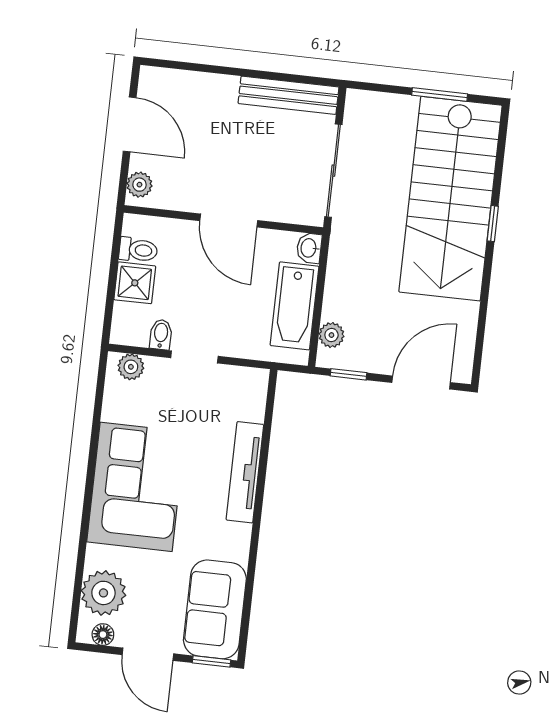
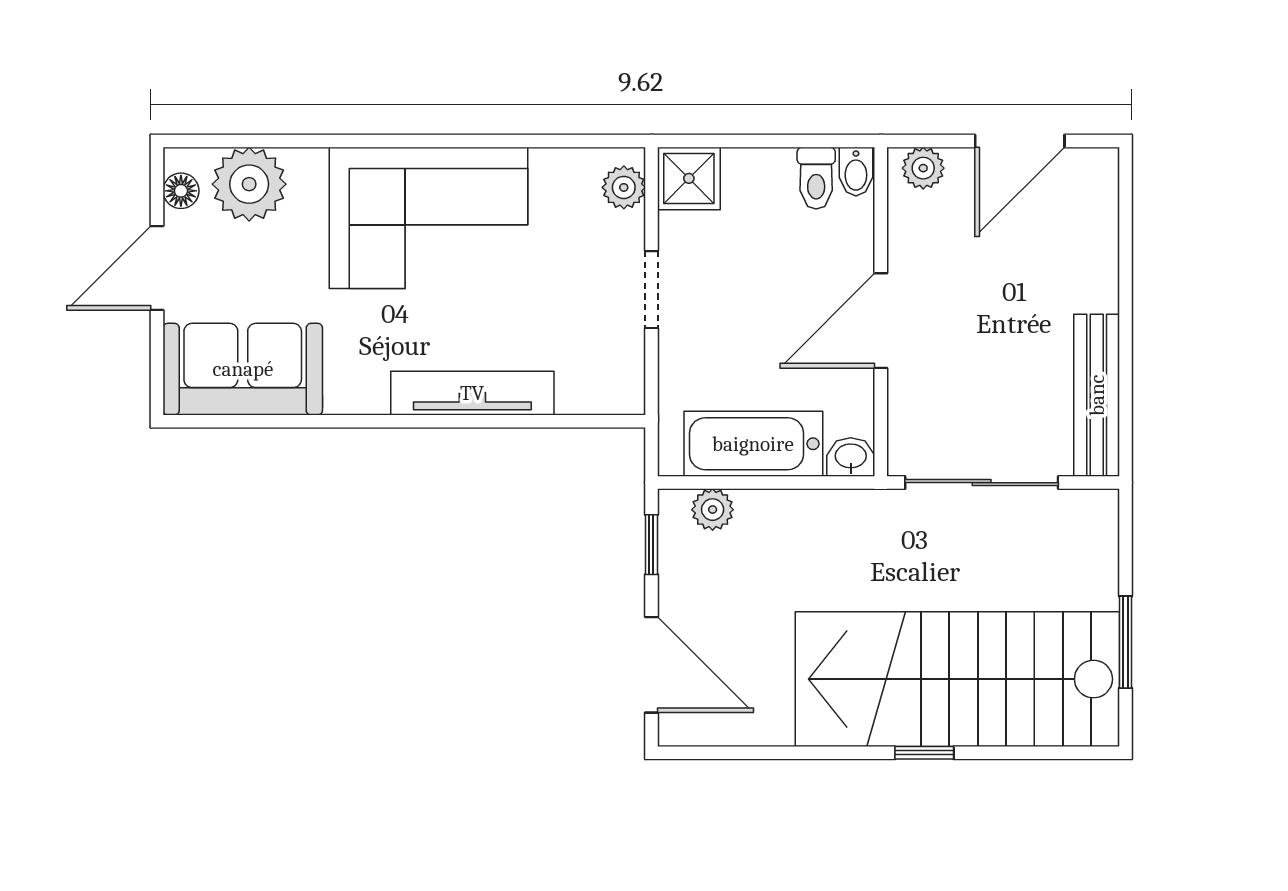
shower: (135, 283) -> (689, 178), moved
bidet: (161, 335) -> (856, 172), moved, turned 90
window: (212, 661) -> (157, 373), removed

